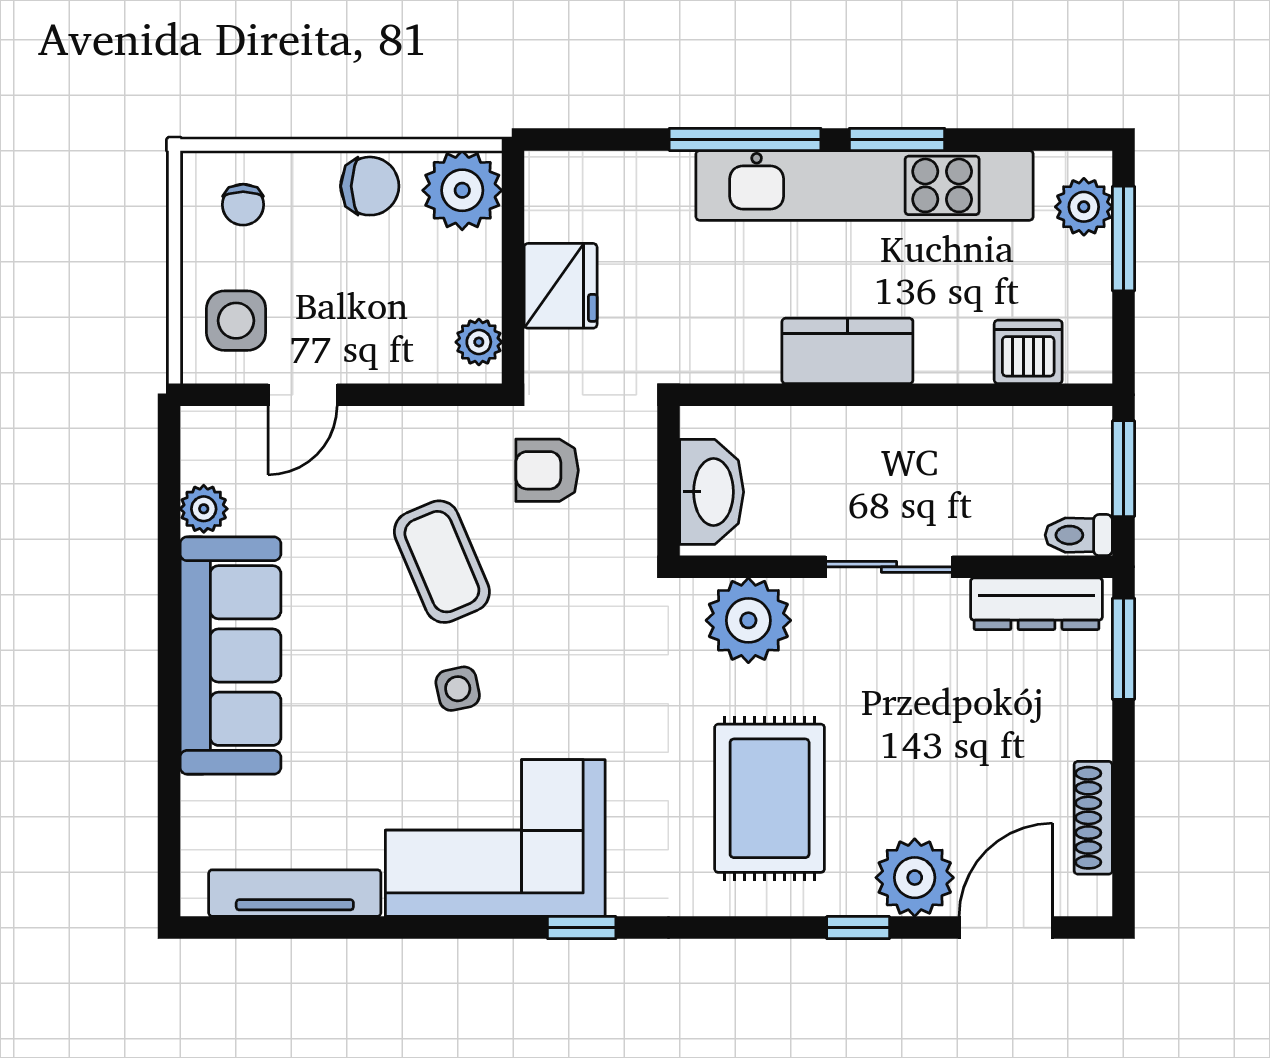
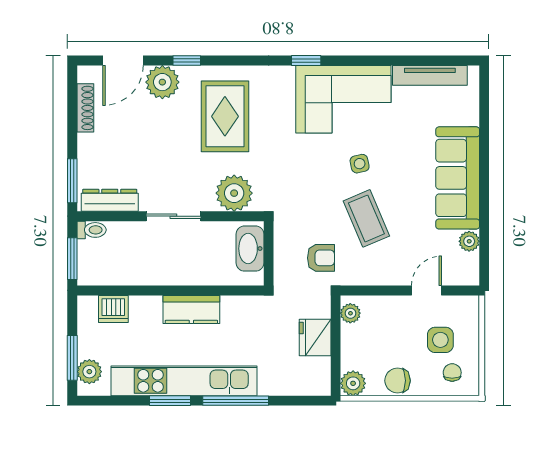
plant: (462, 190) -> (353, 383), width x0.73, depth x0.73
side table: (236, 321) -> (440, 340), moved

